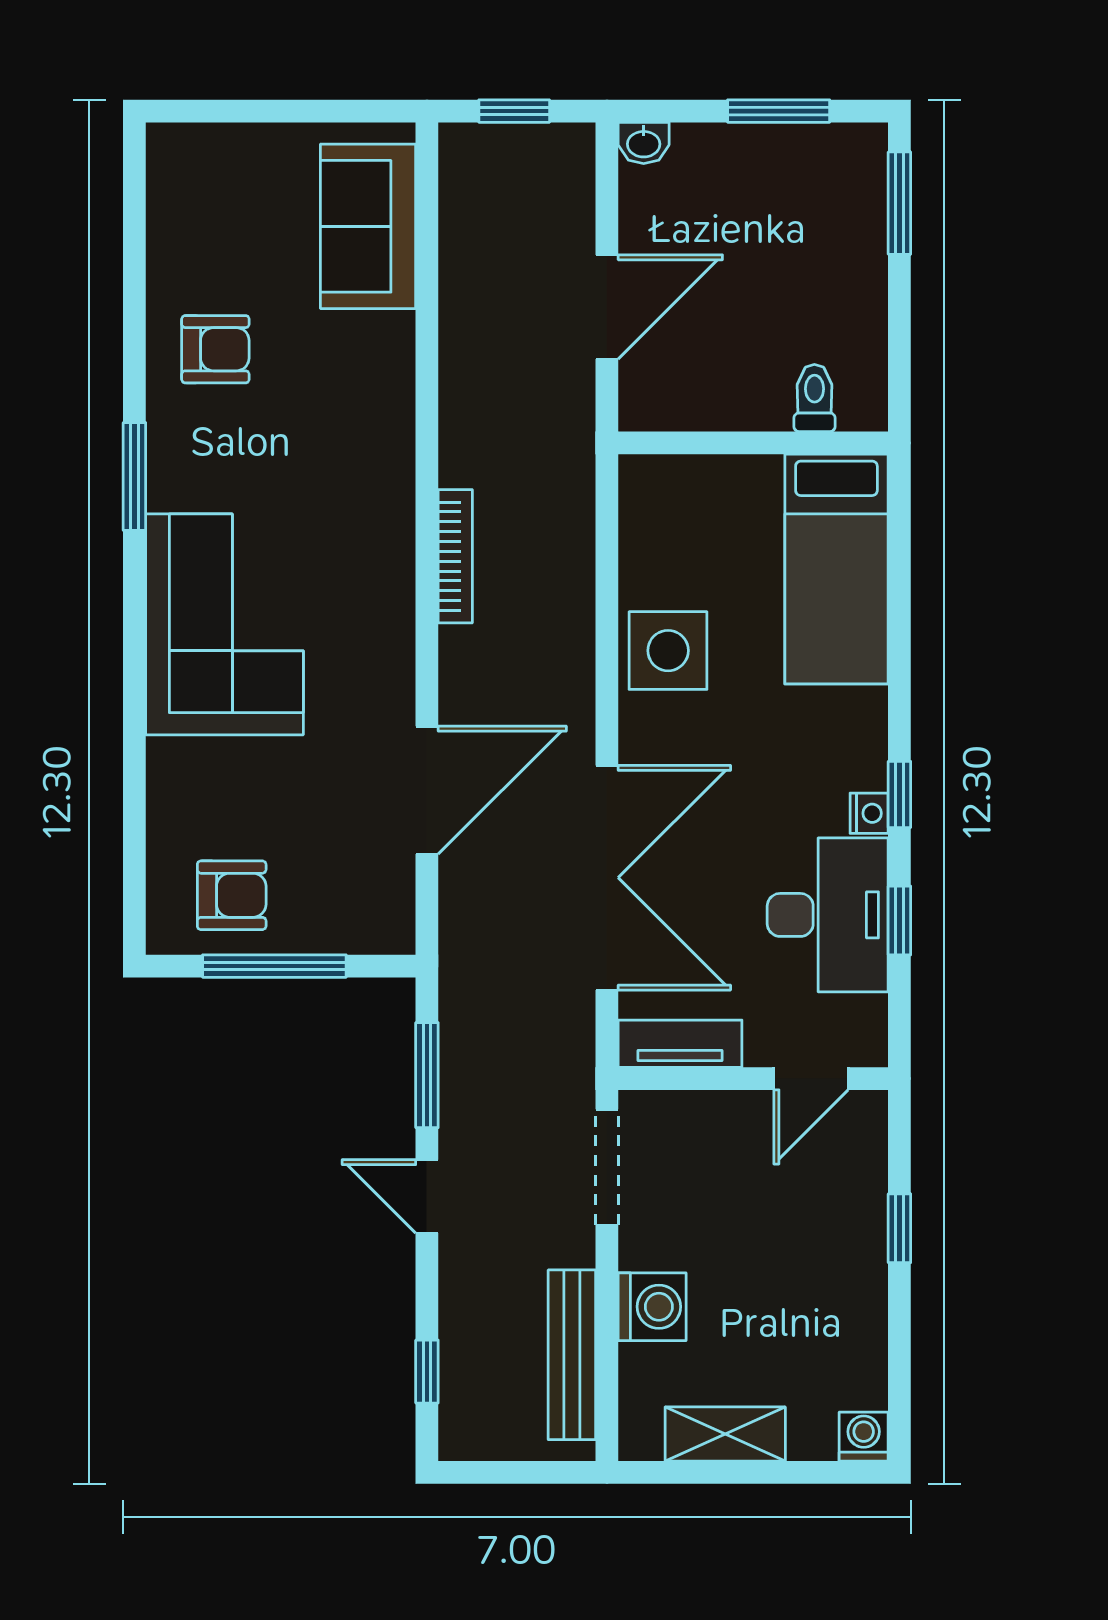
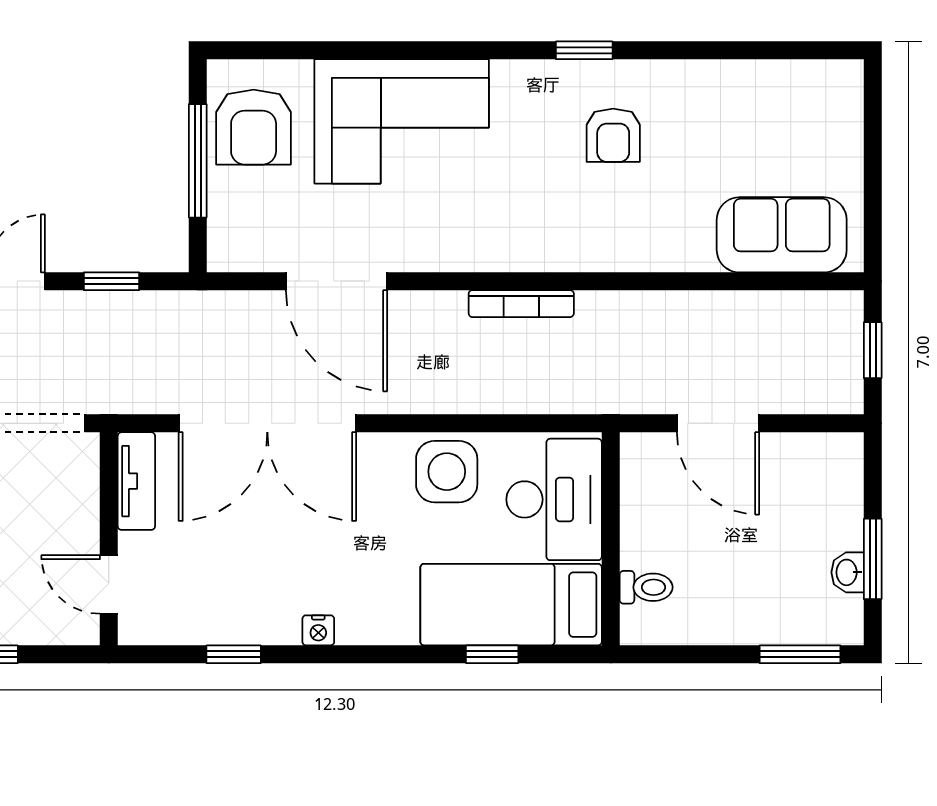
washbasin: (644, 143) -> (848, 572), moved
armchair: (215, 349) -> (613, 135), moved
window: (134, 477) -> (584, 50), width x0.67
corner sofa: (224, 624) -> (402, 121), moved
window: (899, 794) -> (492, 654), moved
armchair: (232, 895) -> (254, 127), width x1.38, depth x1.38
desk: (828, 915) -> (554, 499), moved, turned -90
window: (427, 1075) -> (112, 281), width x0.67

